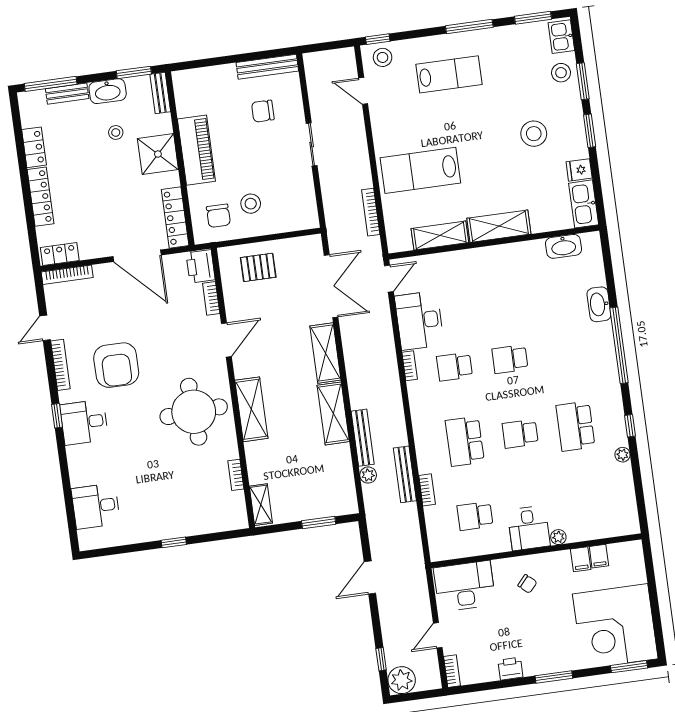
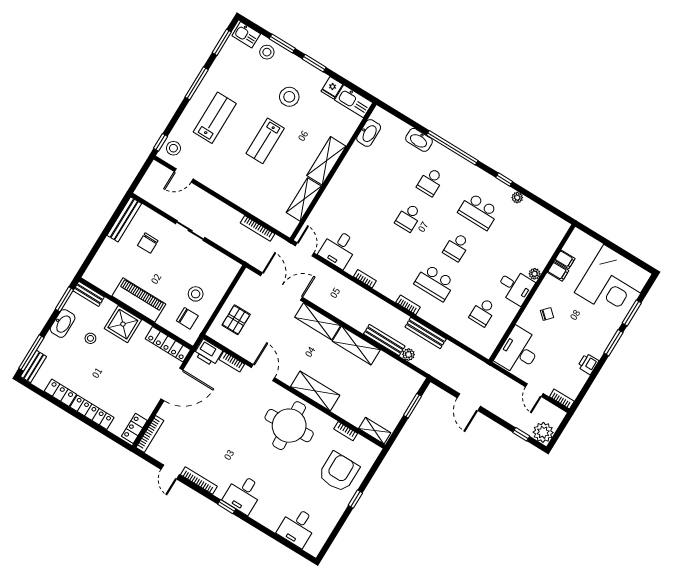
bench: (67, 94) -> (34, 367), moved
lab bench: (420, 170) -> (265, 141), moved, width x0.73, depth x0.72
desk: (419, 320) -> (338, 249), width x0.73
armchair: (116, 365) -> (339, 472), moved, turned -90
school desk: (455, 367) -> (430, 182), moved
bookcase: (427, 490) -> (408, 305), moved
window: (629, 667) -> (632, 313), moved

